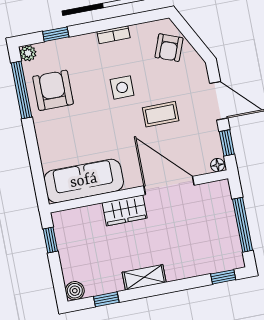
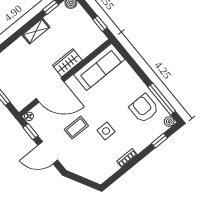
armchair: (169, 48) -> (92, 167), removed
armchair: (53, 90) -> (144, 108), turned 180

